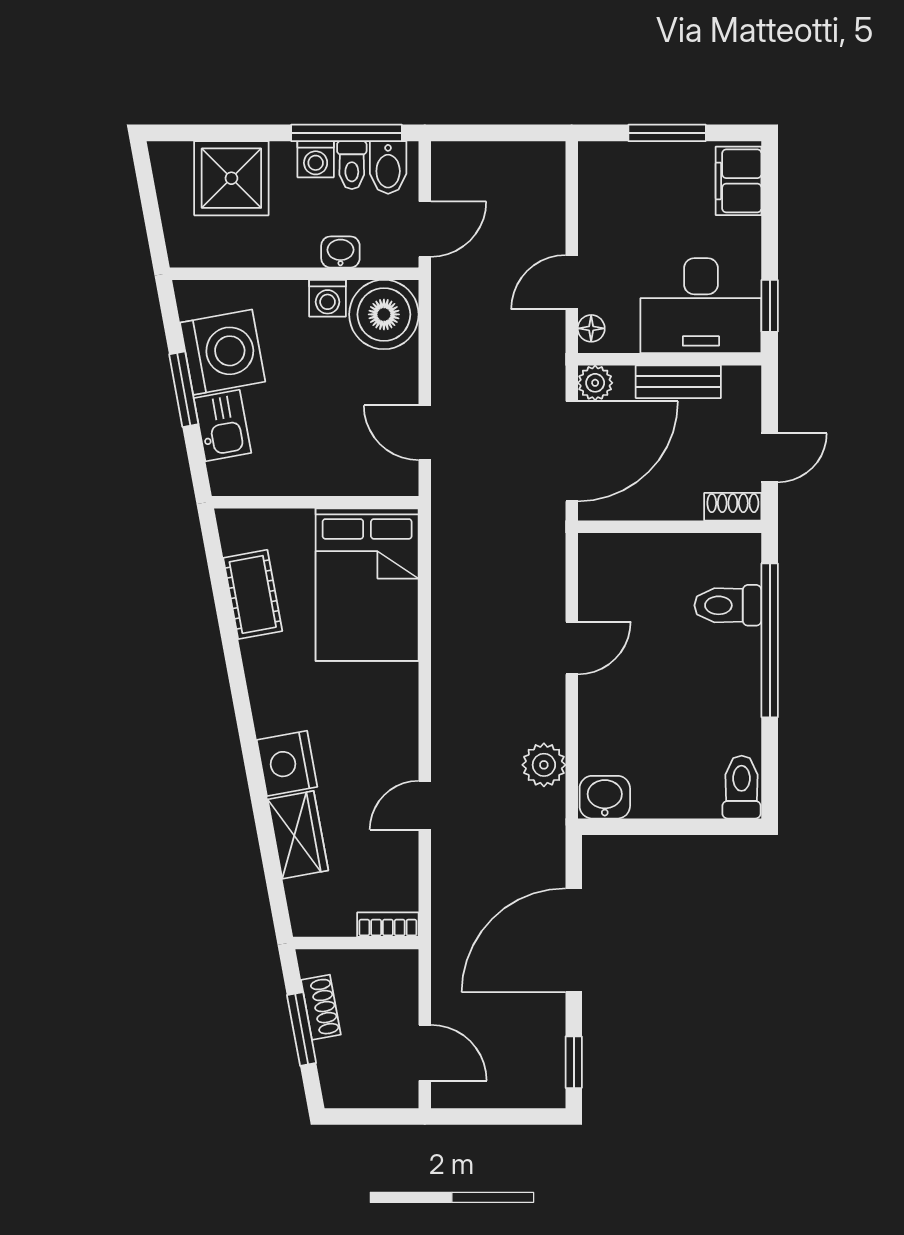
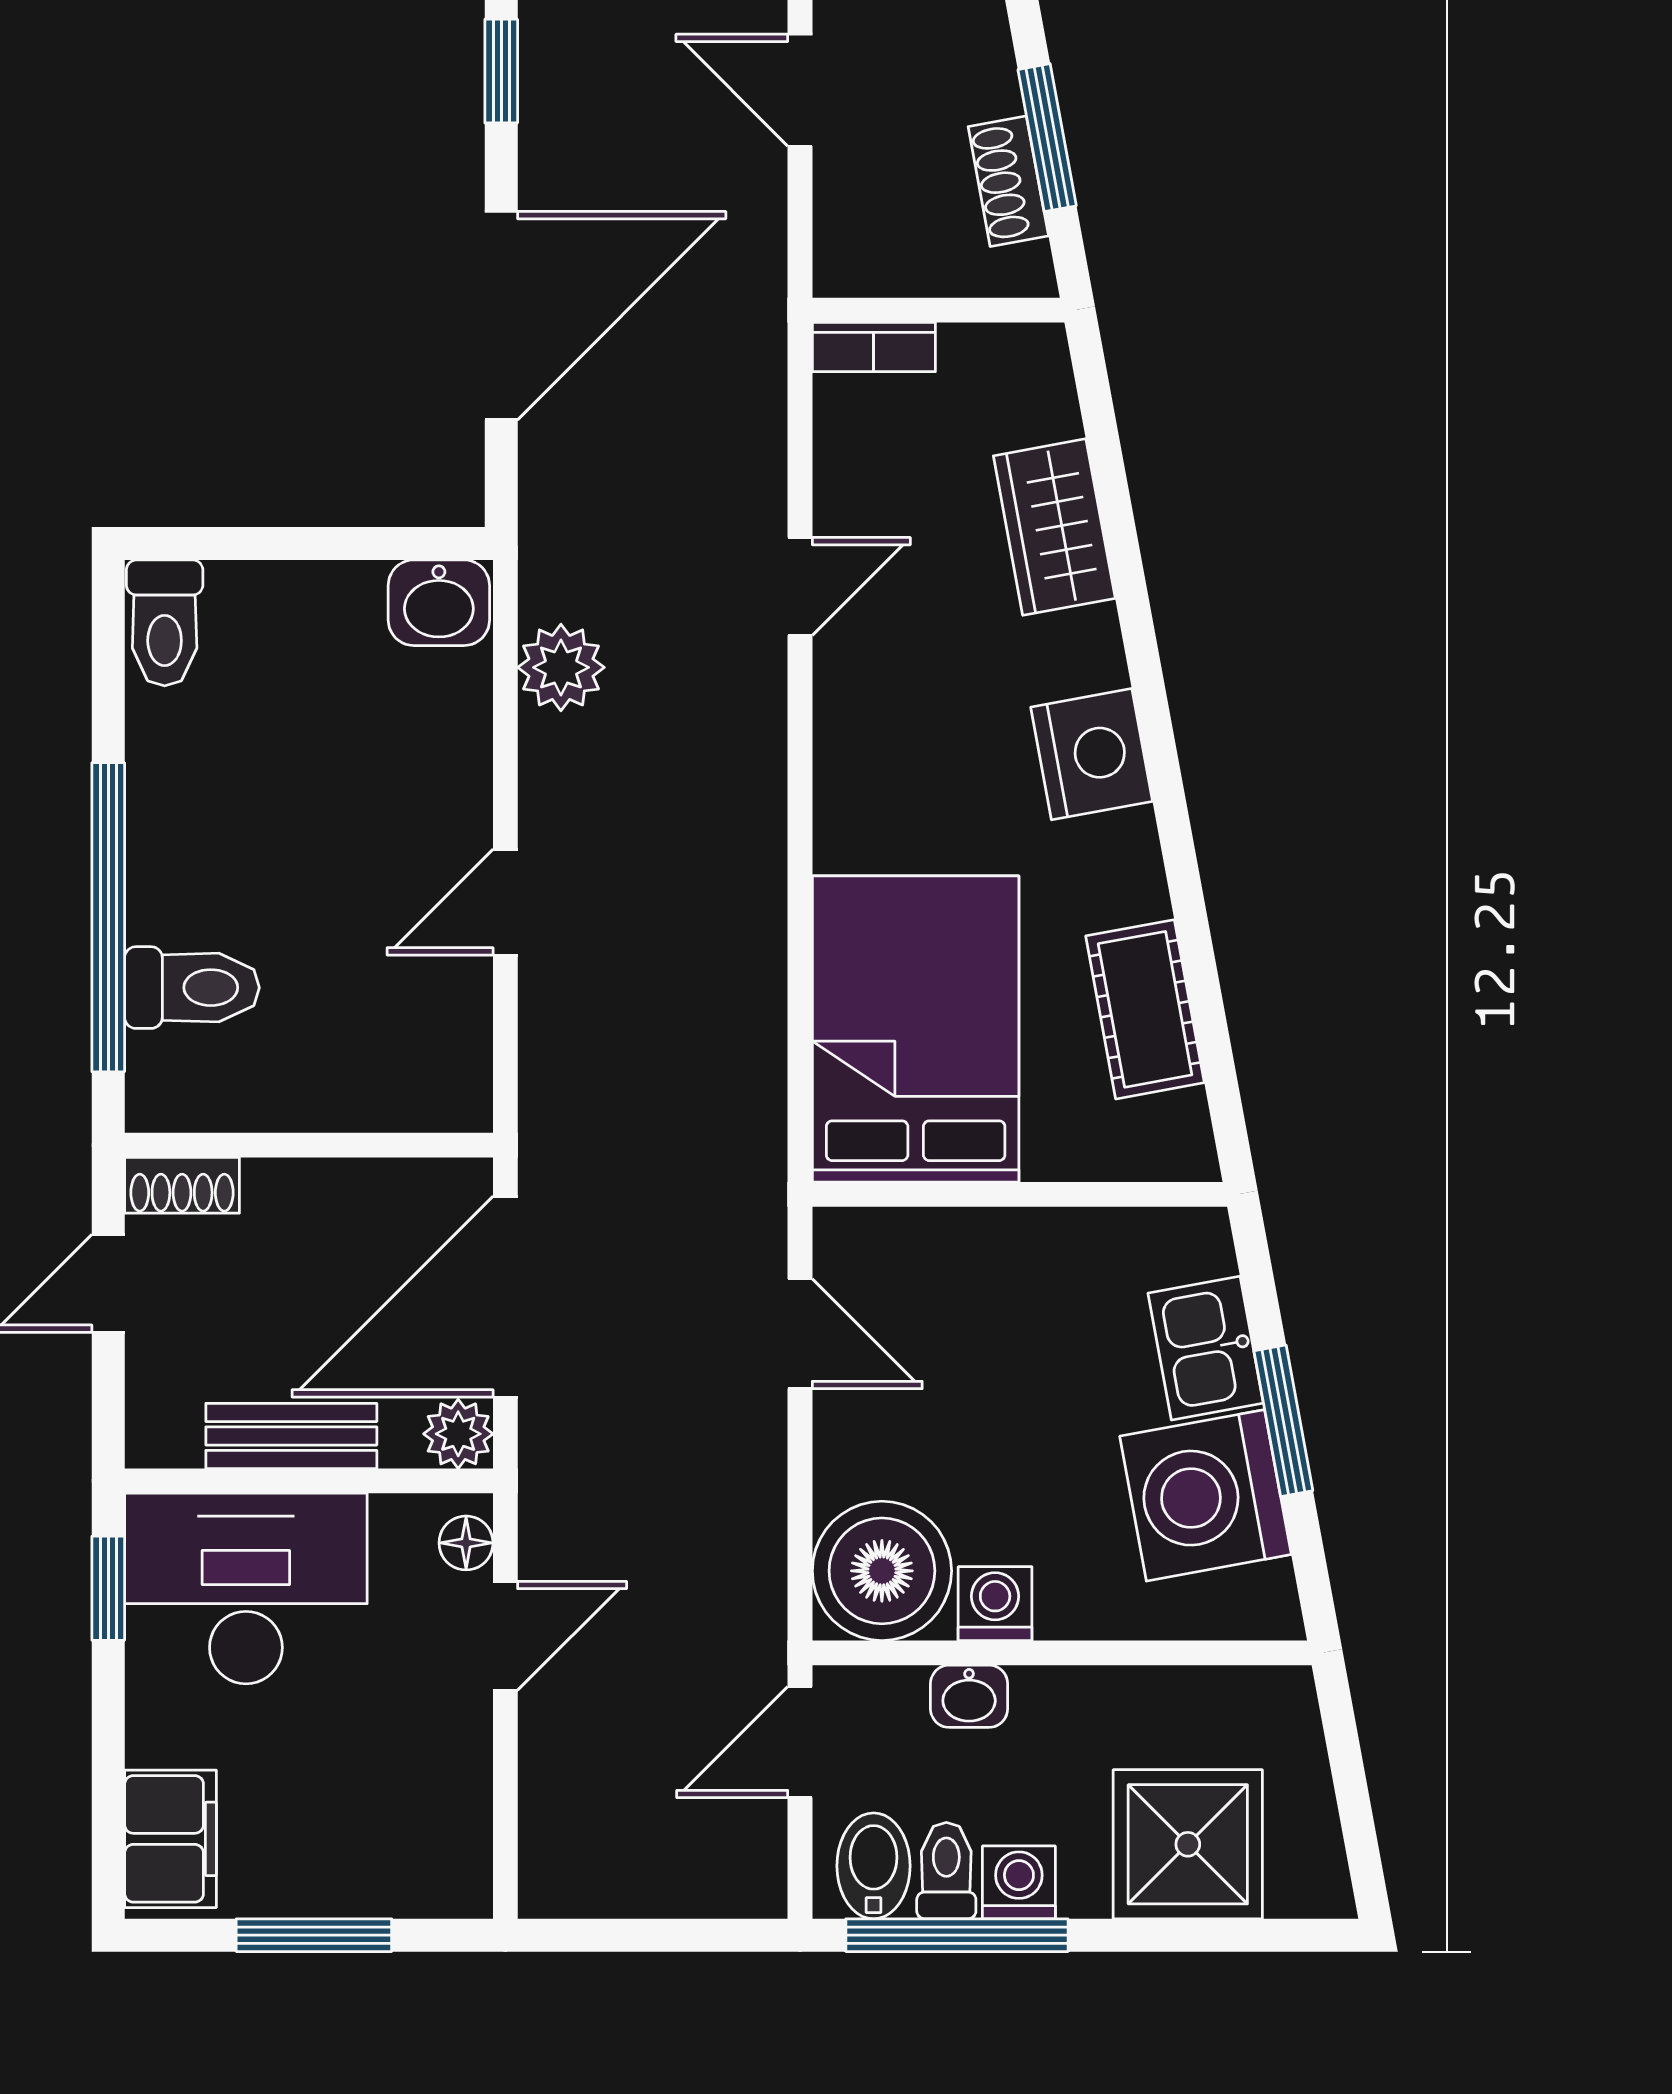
nightstand: (287, 763) -> (1092, 754), moved

